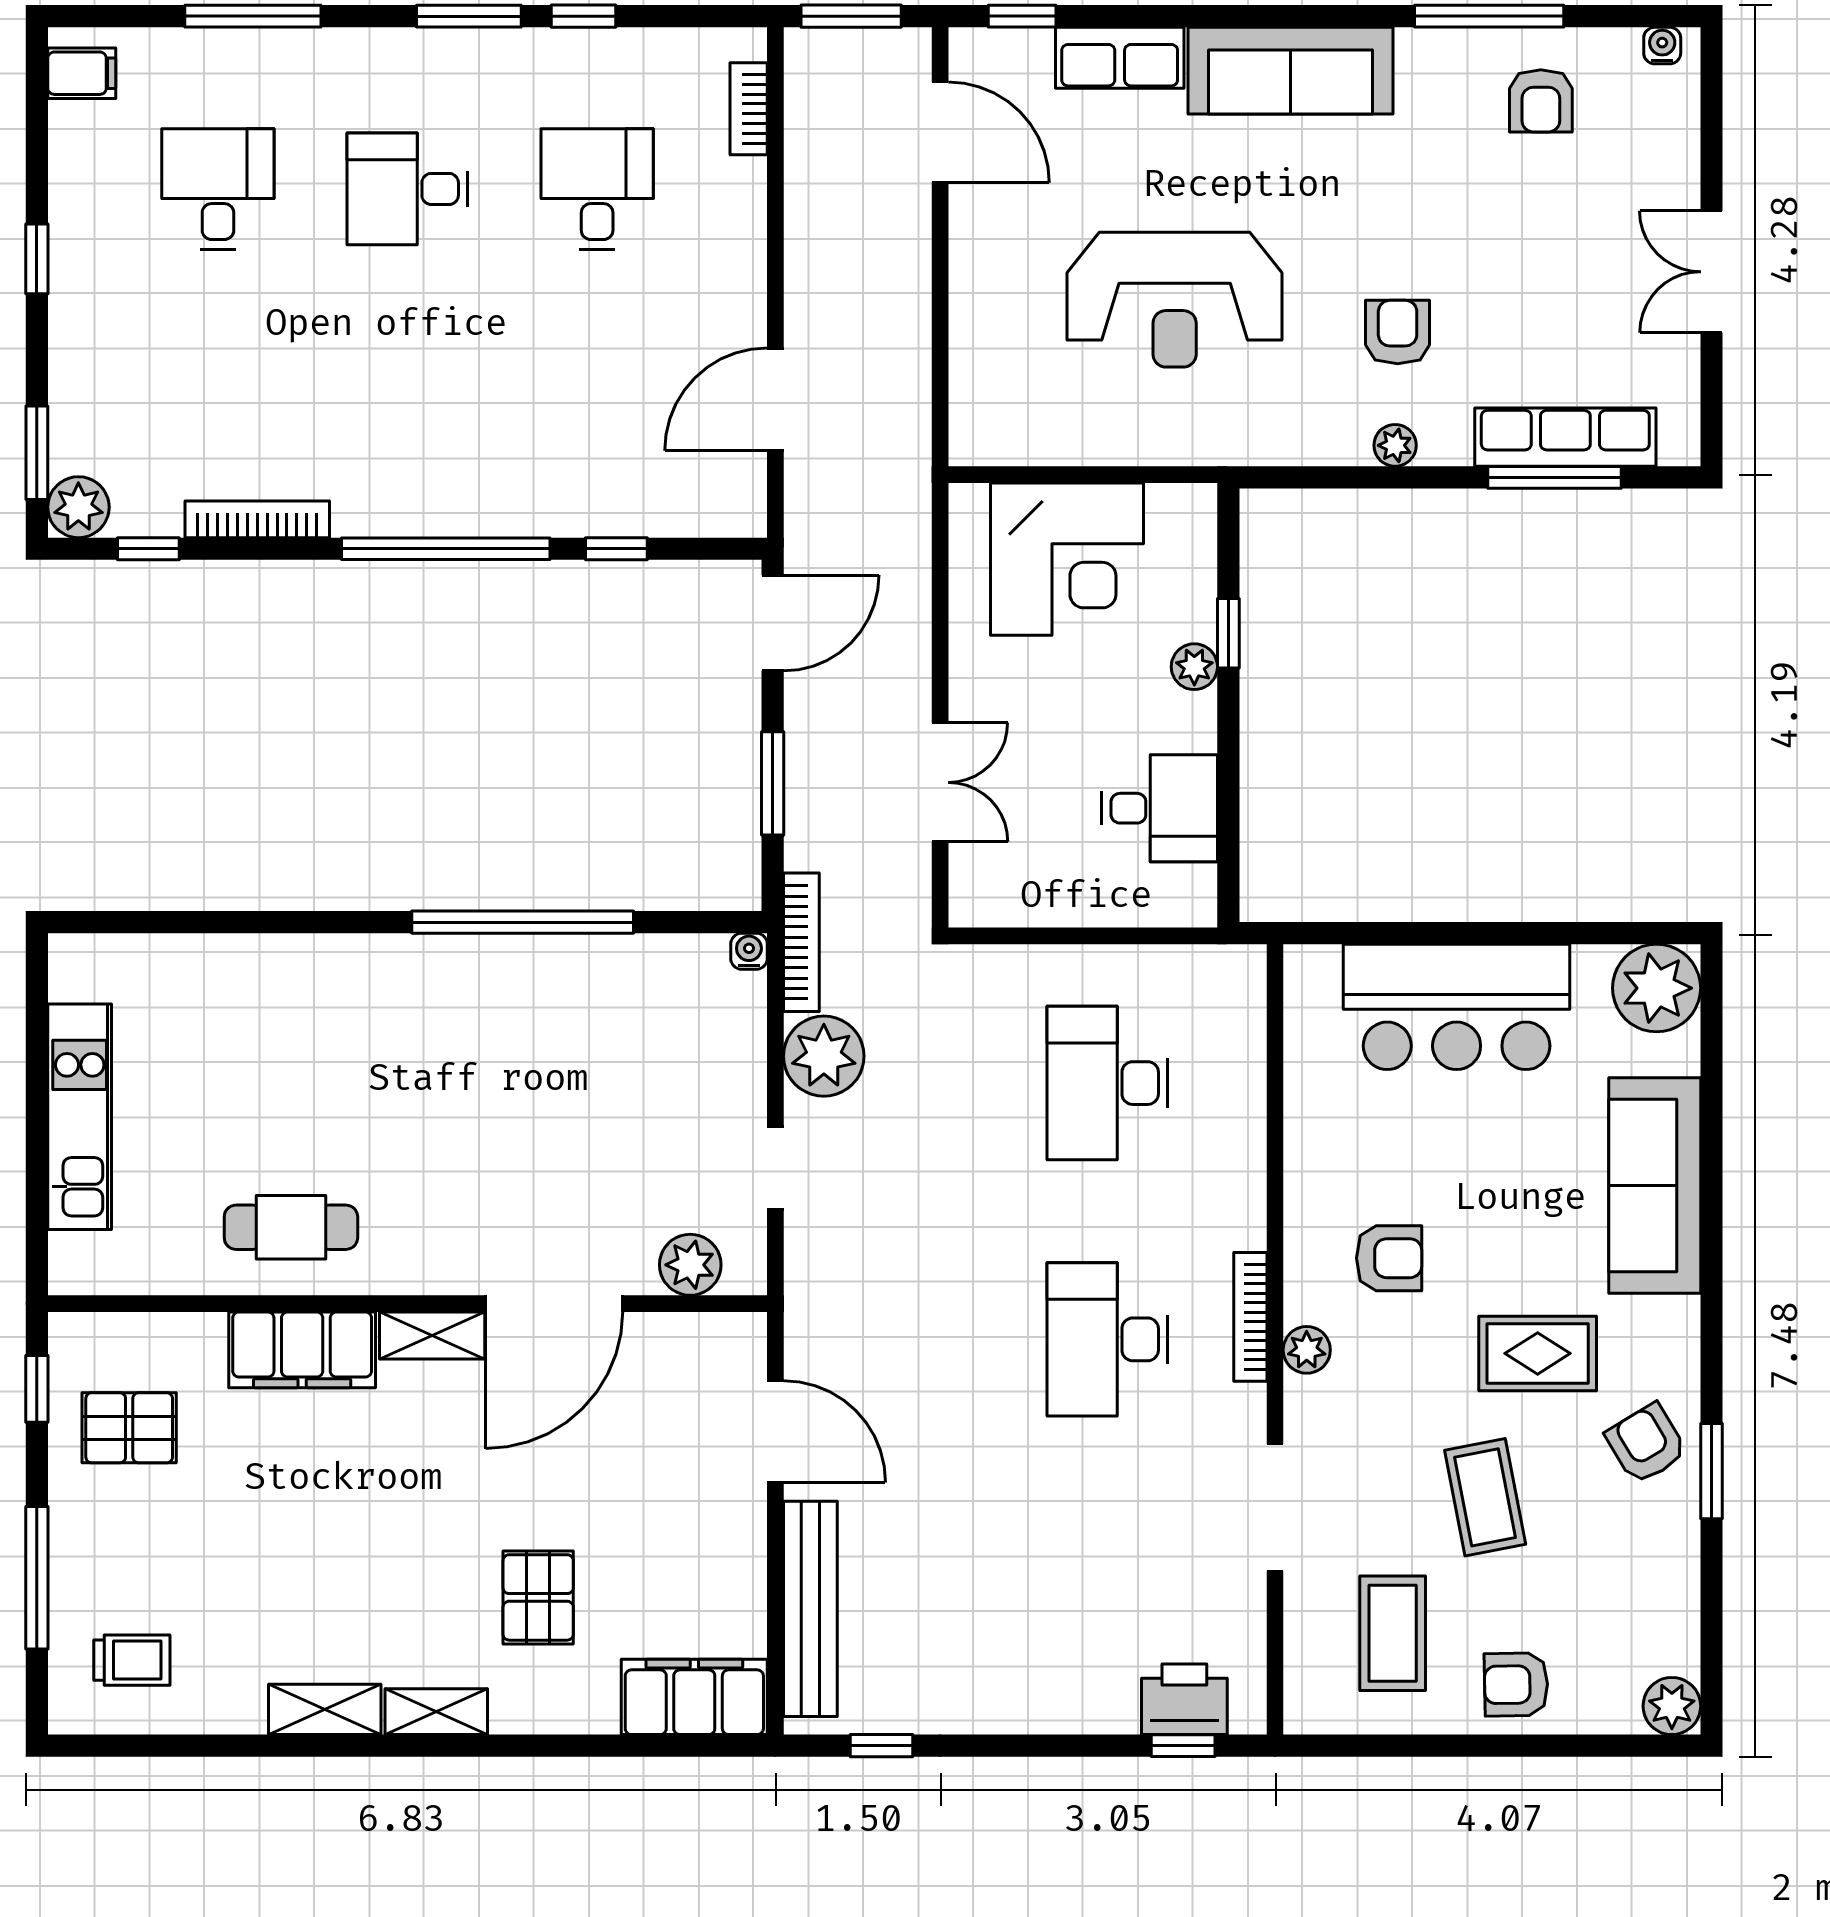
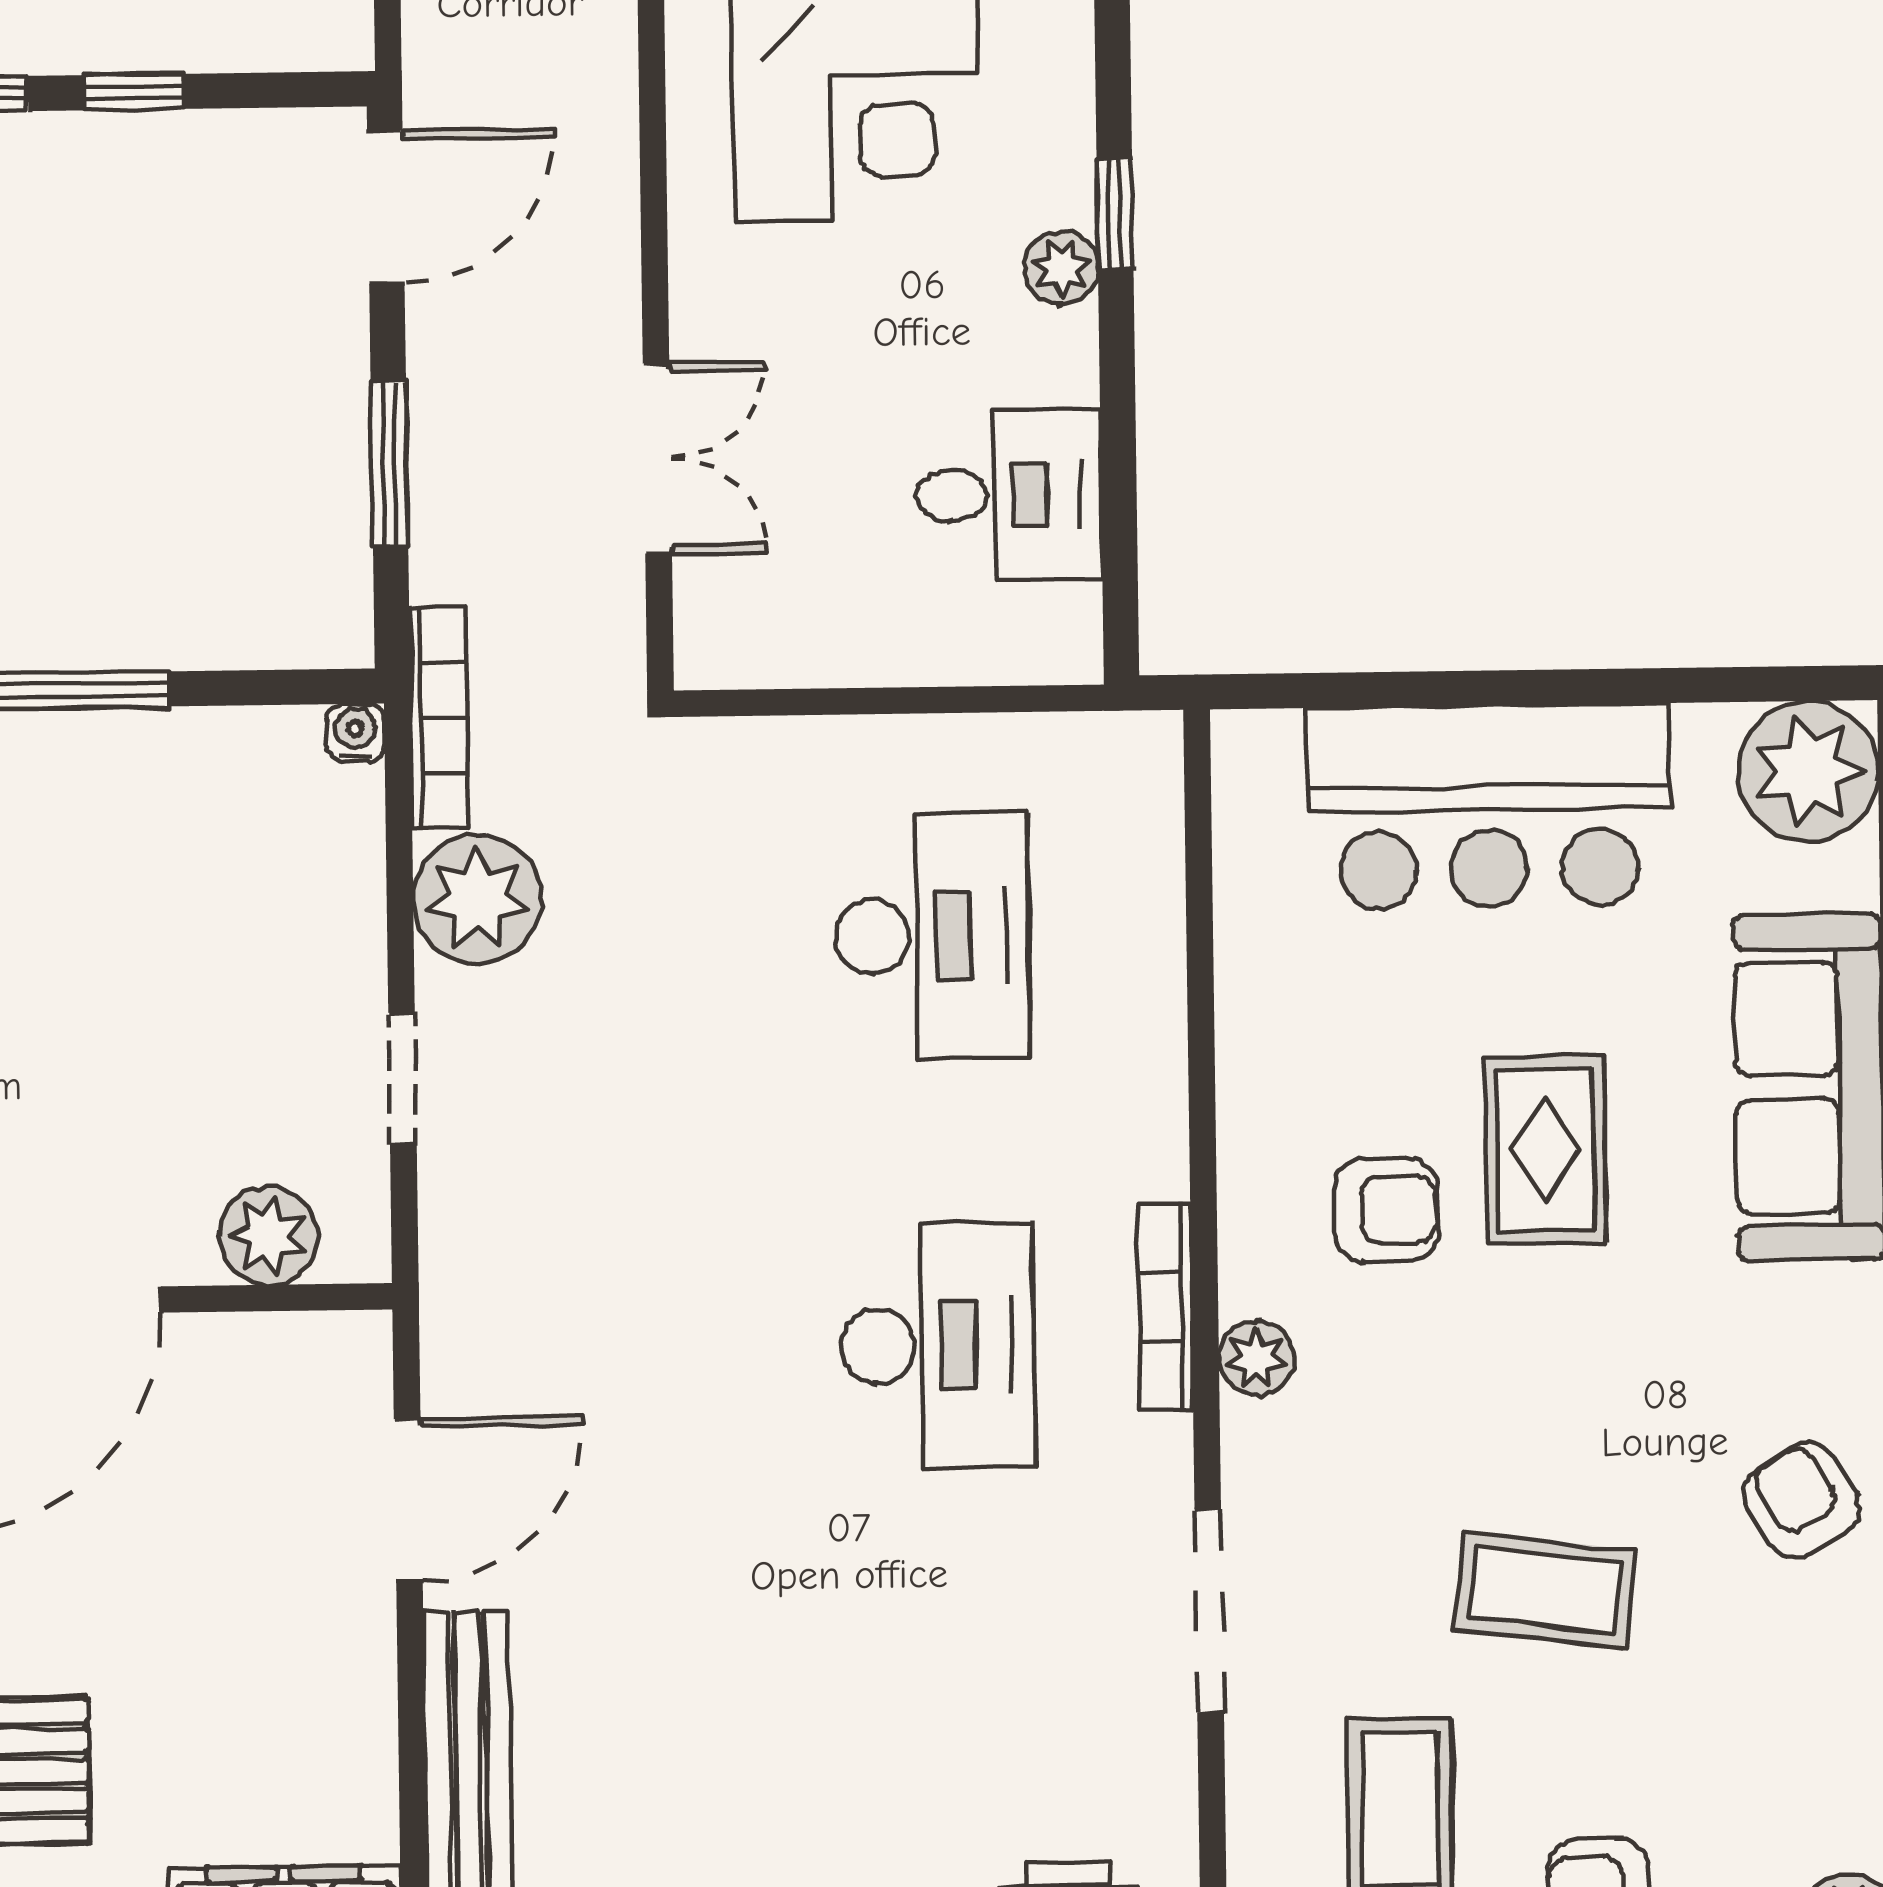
desk: (1108, 1083) -> (932, 936), turned 180
desk: (1108, 1339) -> (938, 1346), turned 180
rug: (1538, 1353) -> (1545, 1150), moved, turned 90
door: (775, 1431) -> (408, 1500), hinge flipped
coffee table: (1485, 1497) -> (1545, 1590), turned -72

